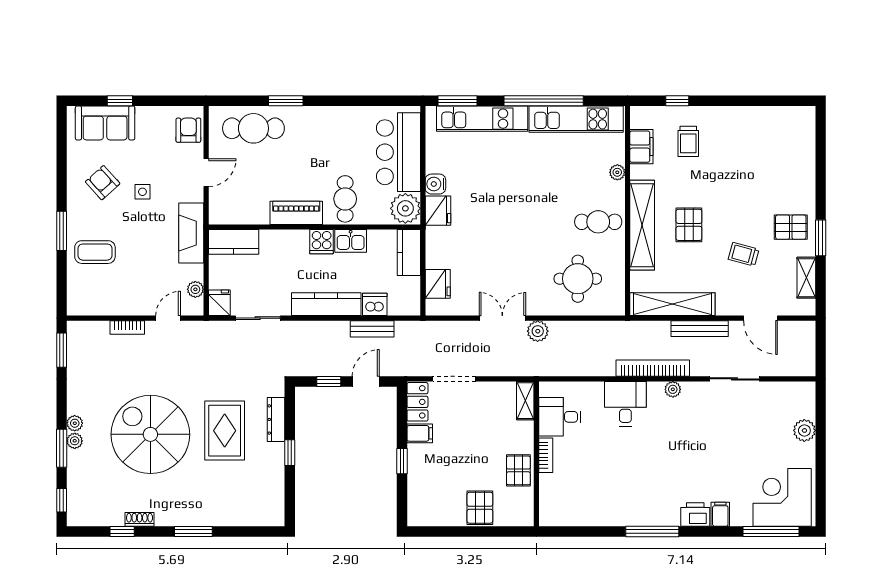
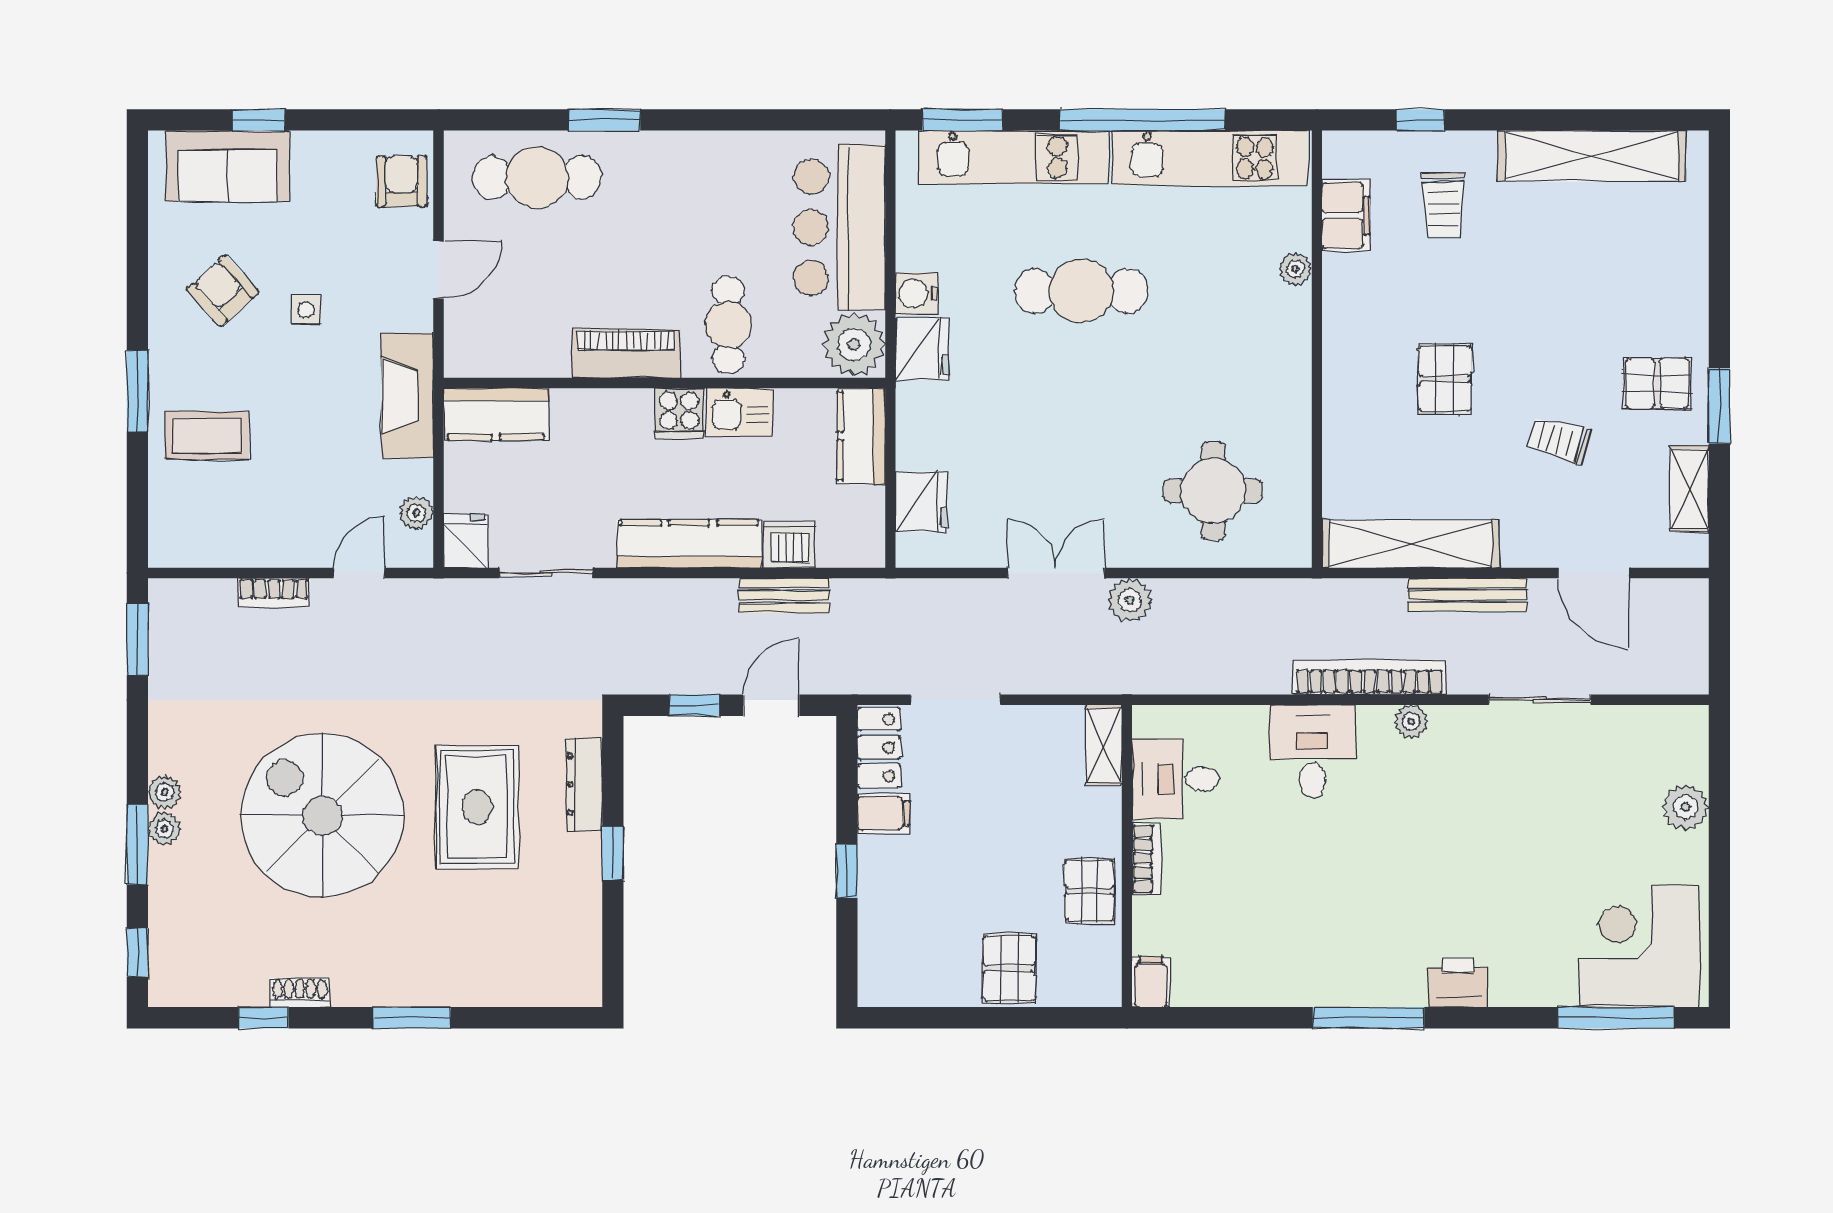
cafe table: (598, 222) -> (1081, 291), moved, width x1.37, depth x1.35
shelving: (642, 225) -> (1592, 156), moved, turned 90
filing cabinet: (720, 514) -> (1151, 982), moved

